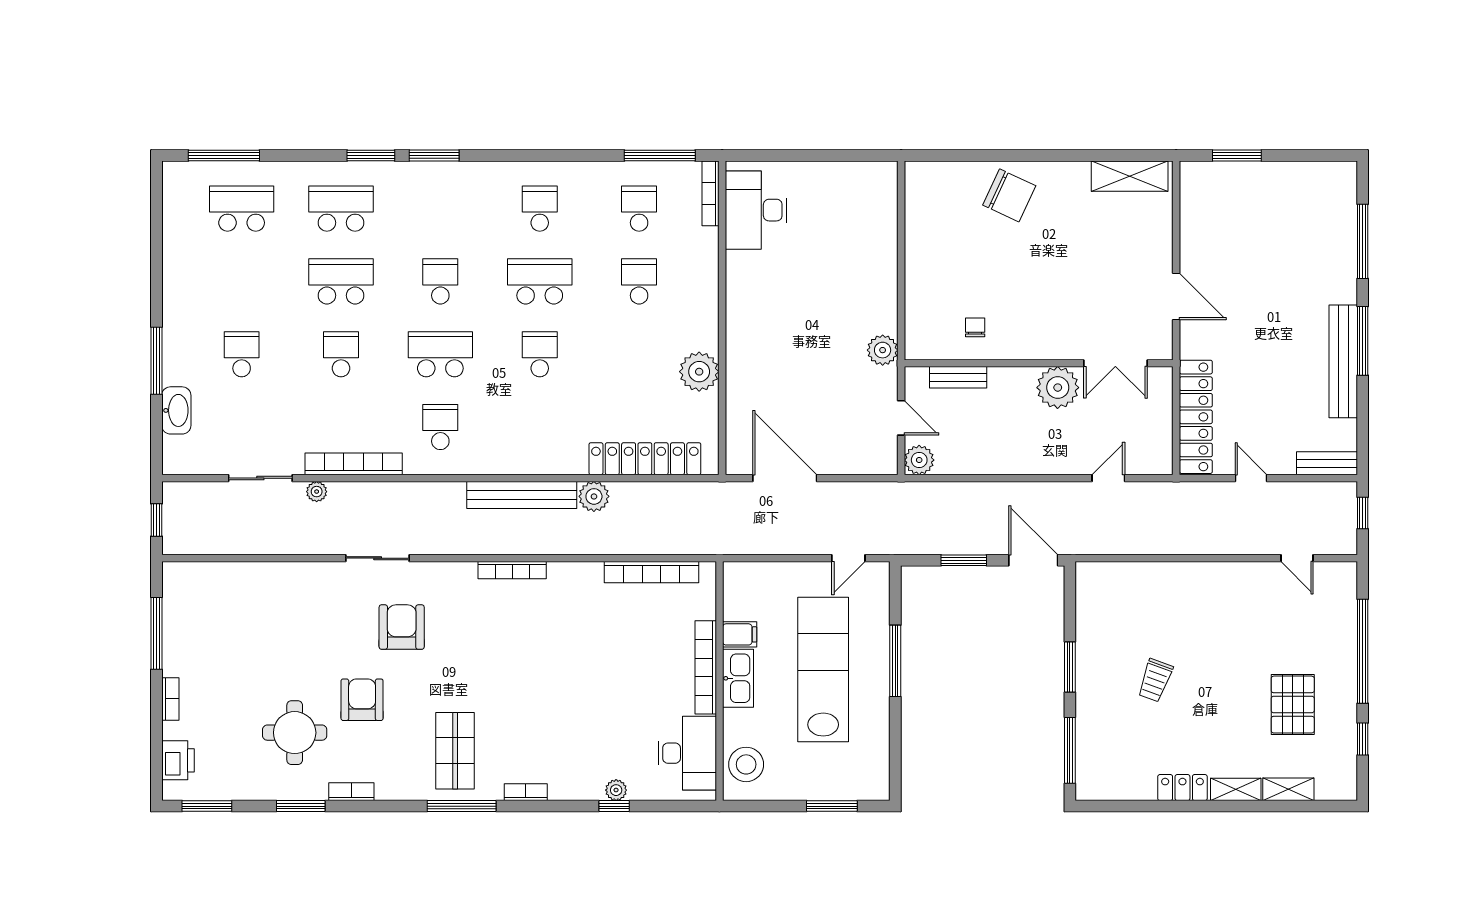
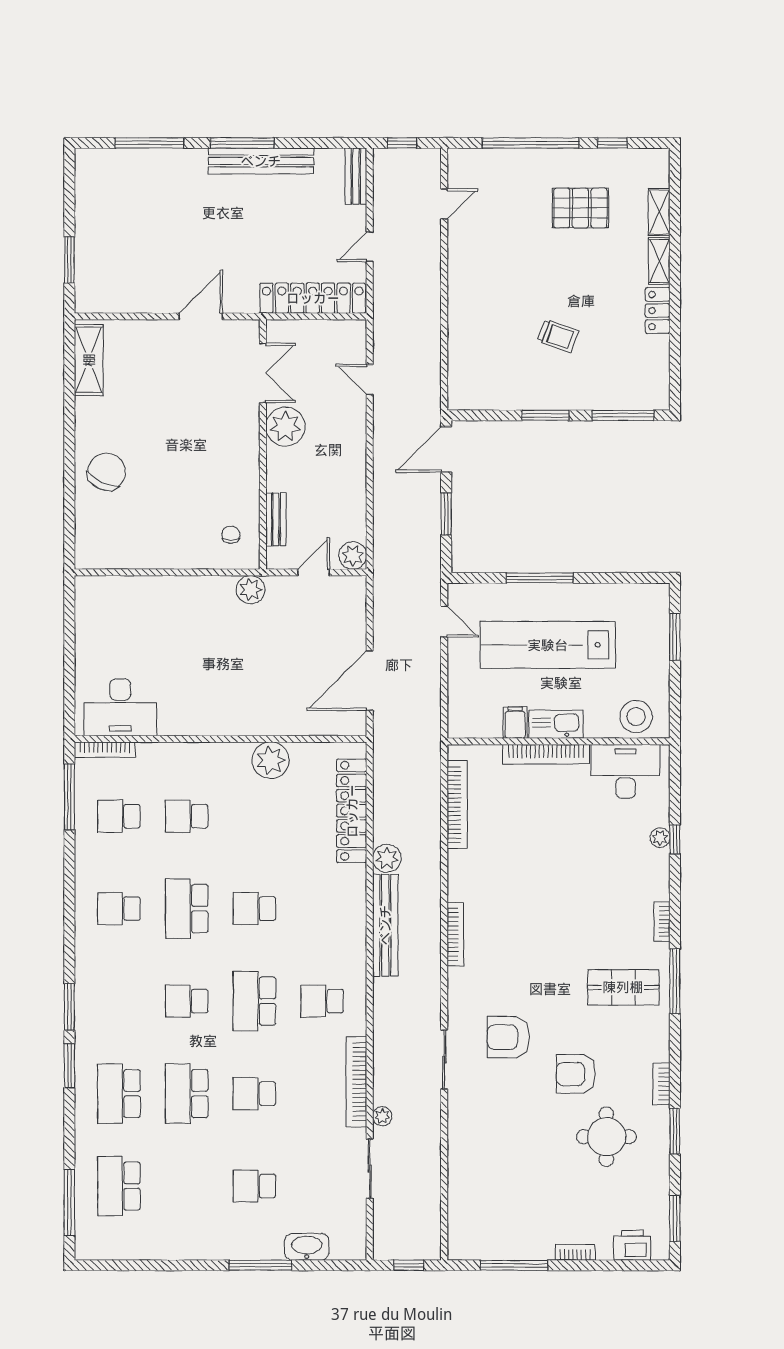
chair: (975, 327) -> (231, 535), moved, turned 90

